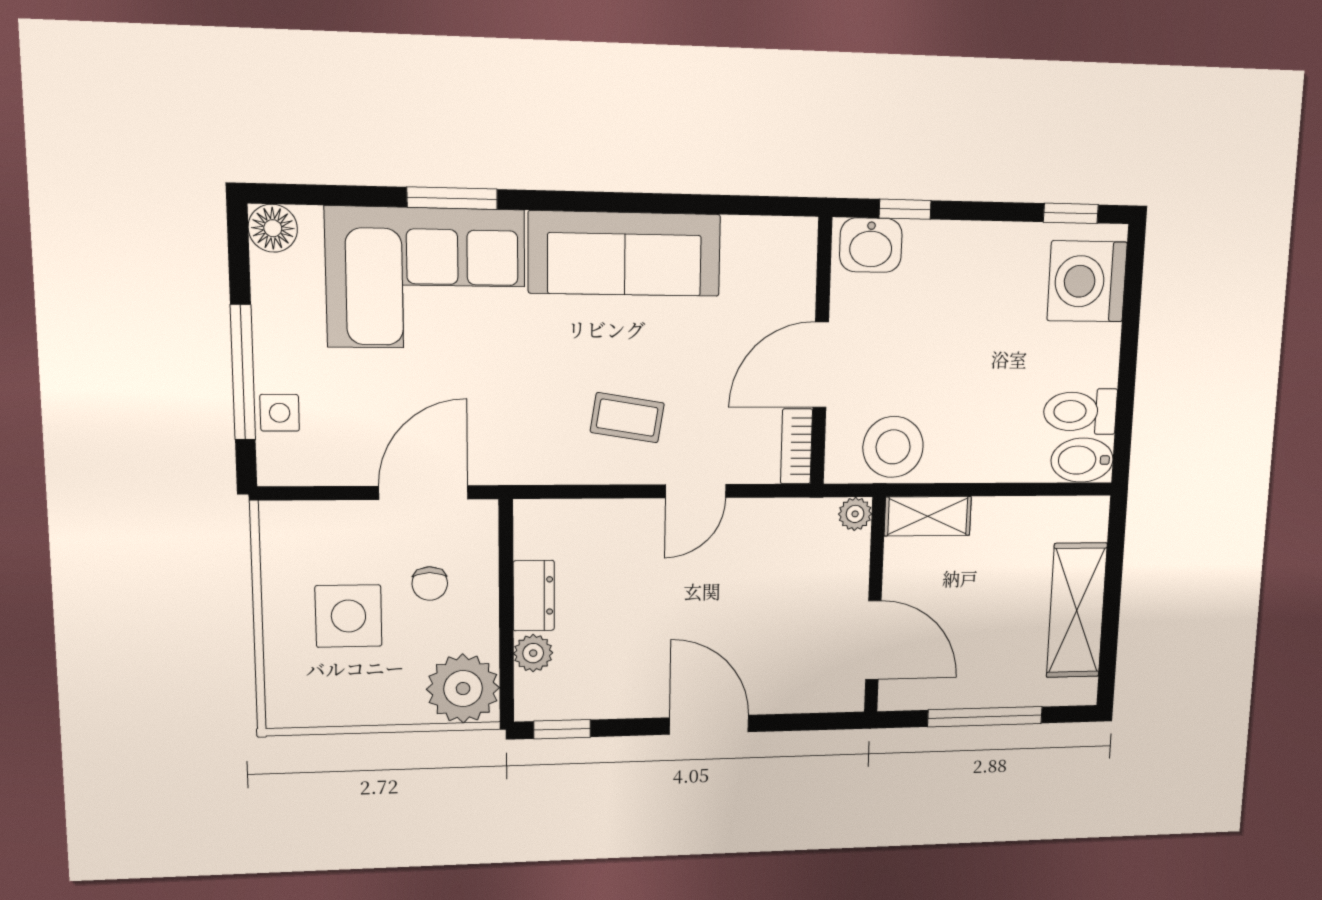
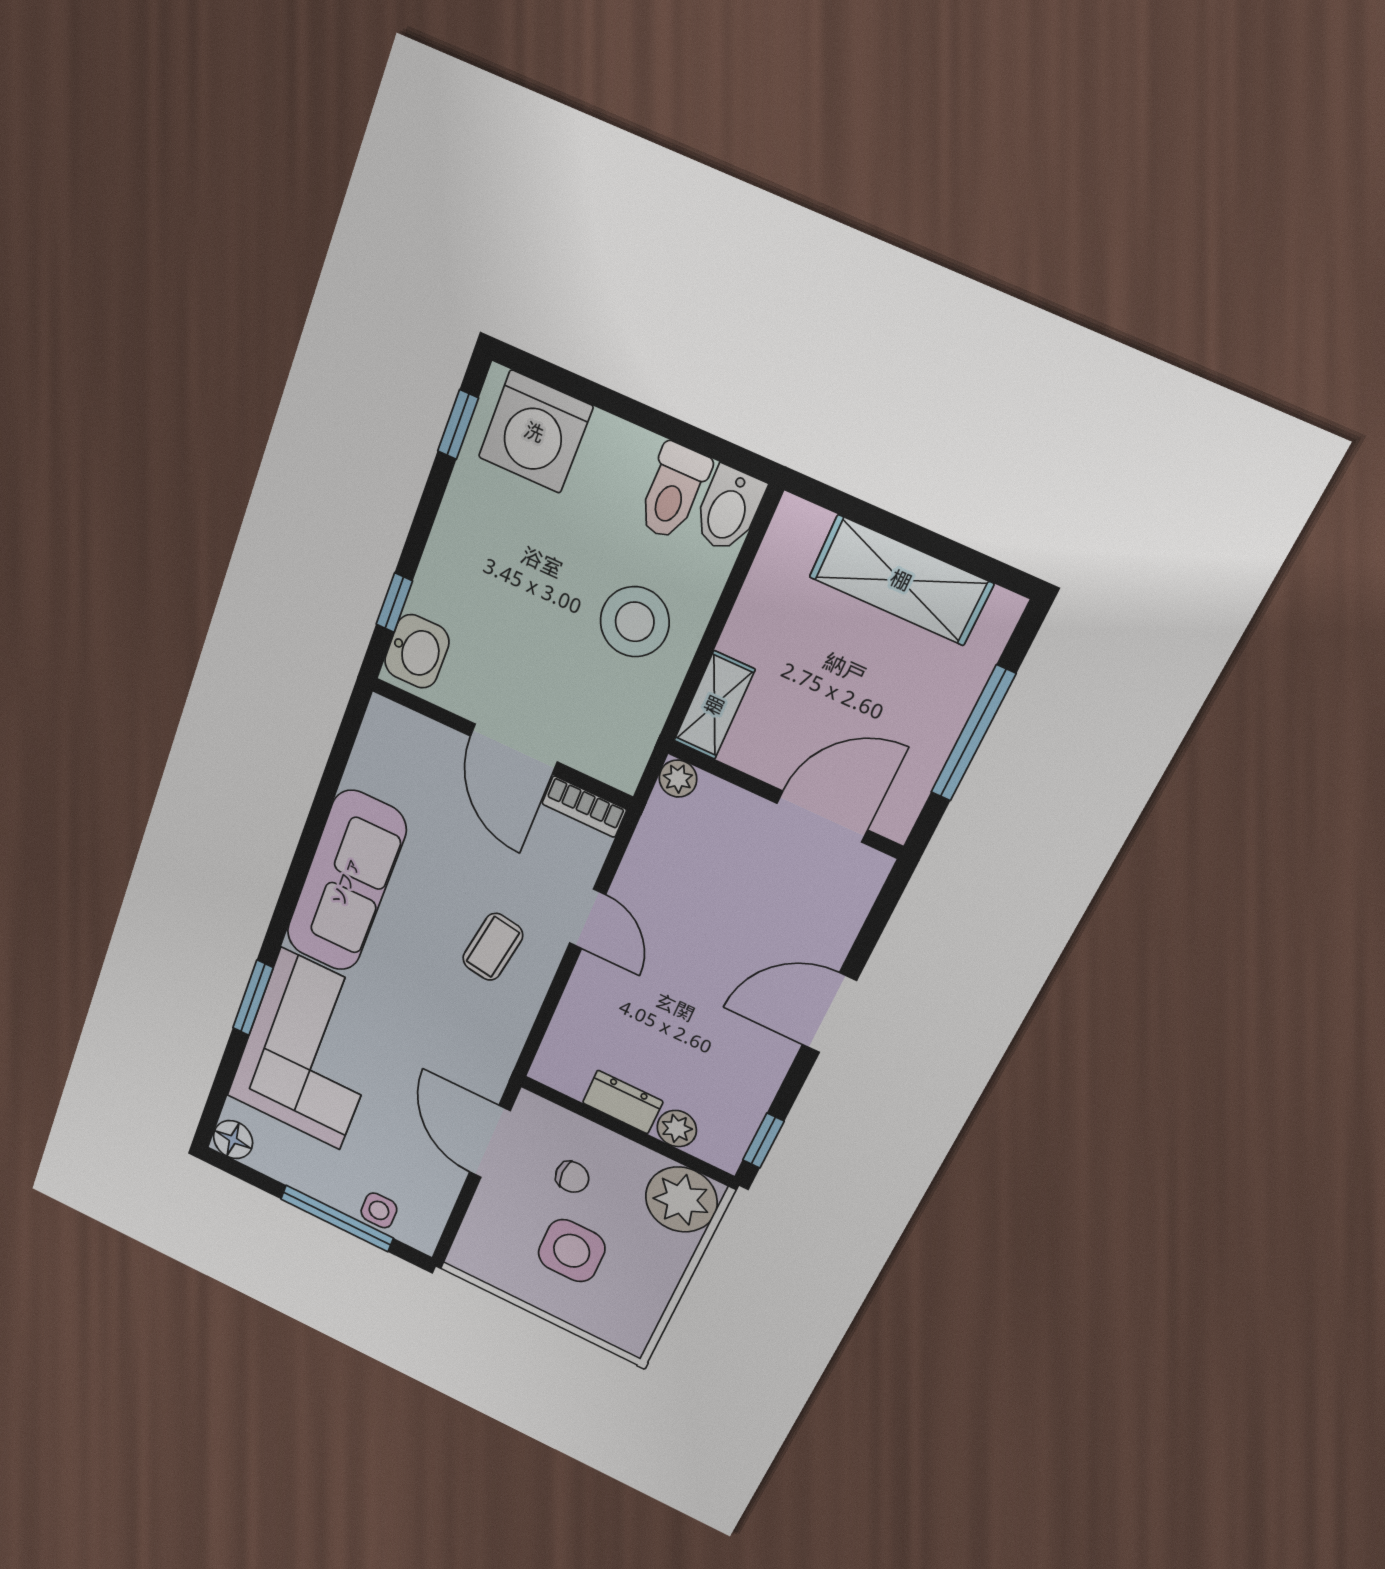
stool: (893, 447) -> (635, 622), moved

